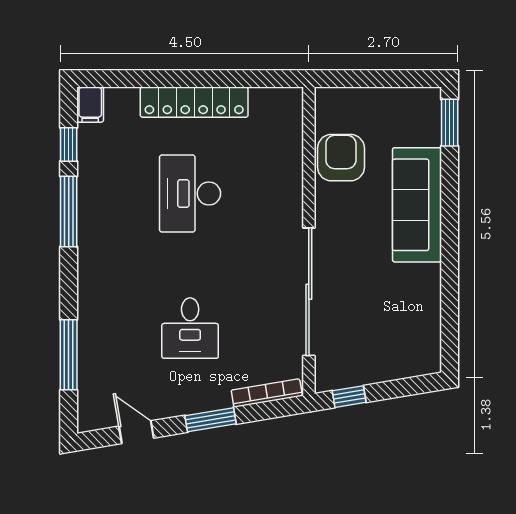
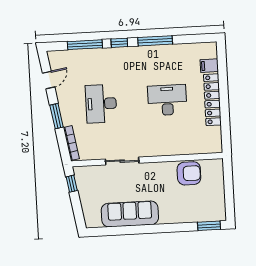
filing cabinet: (90, 105) -> (209, 66), moved
window: (69, 145) -> (119, 43), moved
sofa: (417, 205) -> (130, 214), moved
sliding door: (309, 292) -> (122, 161), width x0.54
desk: (190, 328) -> (101, 104), width x1.37

